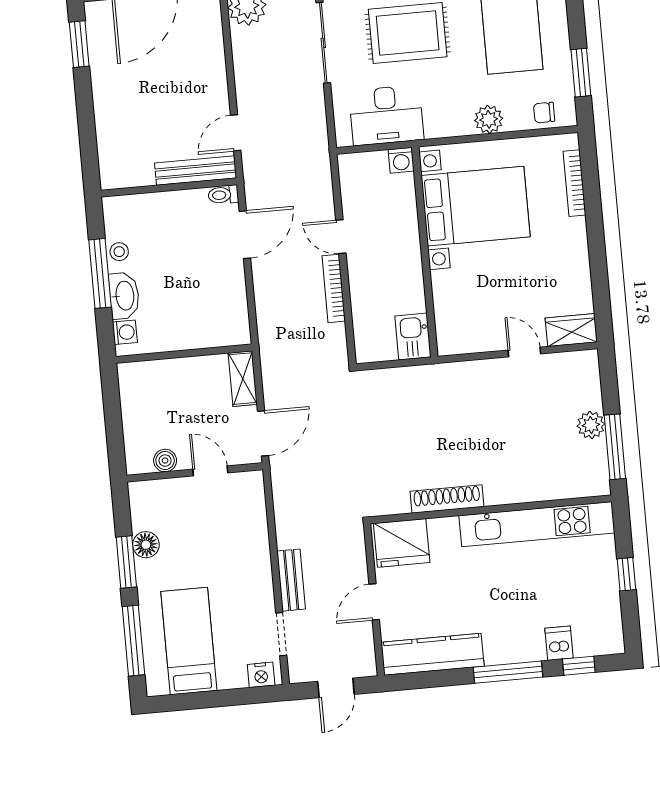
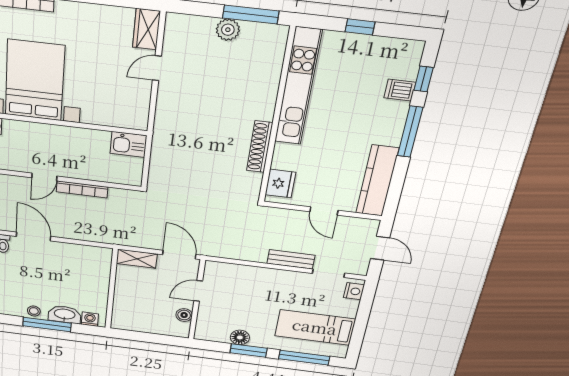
fridge: (402, 543) -> (280, 184), width x0.73, depth x0.75

